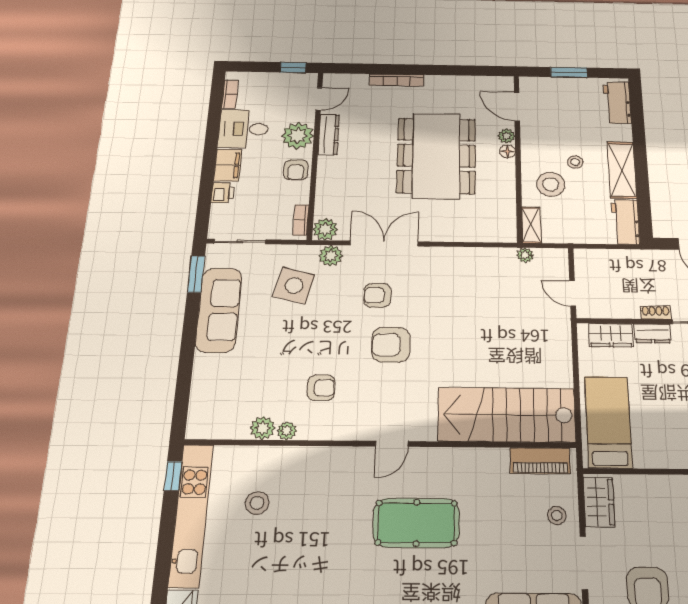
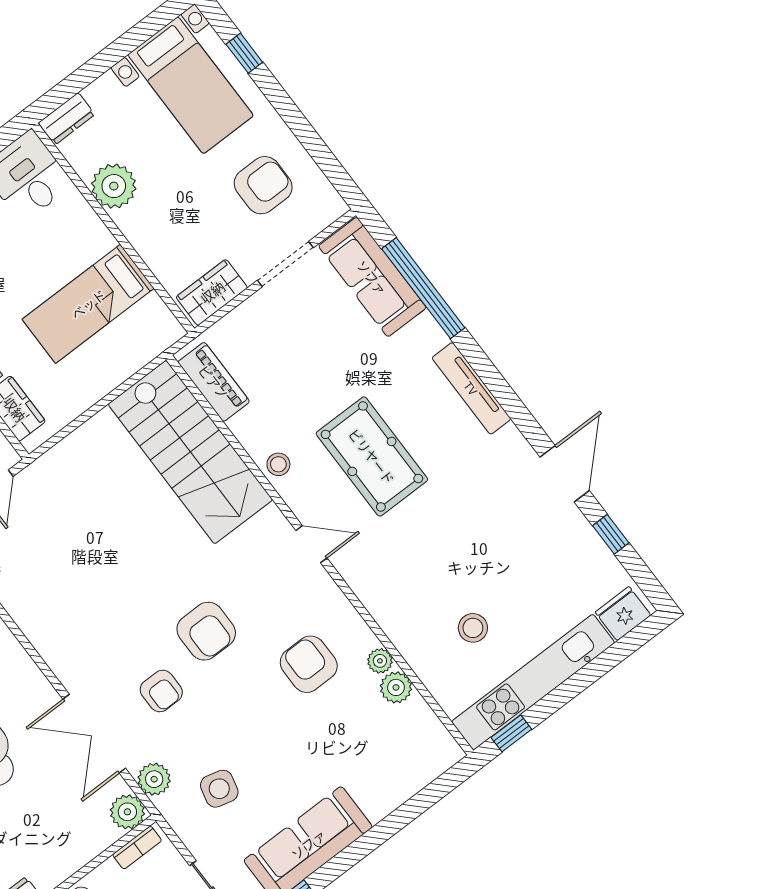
side table: (294, 286) -> (219, 789), width x0.73, depth x0.73
armchair: (321, 388) -> (309, 664), width x1.38, depth x1.38
bed: (608, 422) -> (88, 304), moved
stool: (557, 515) -> (278, 464), moved

